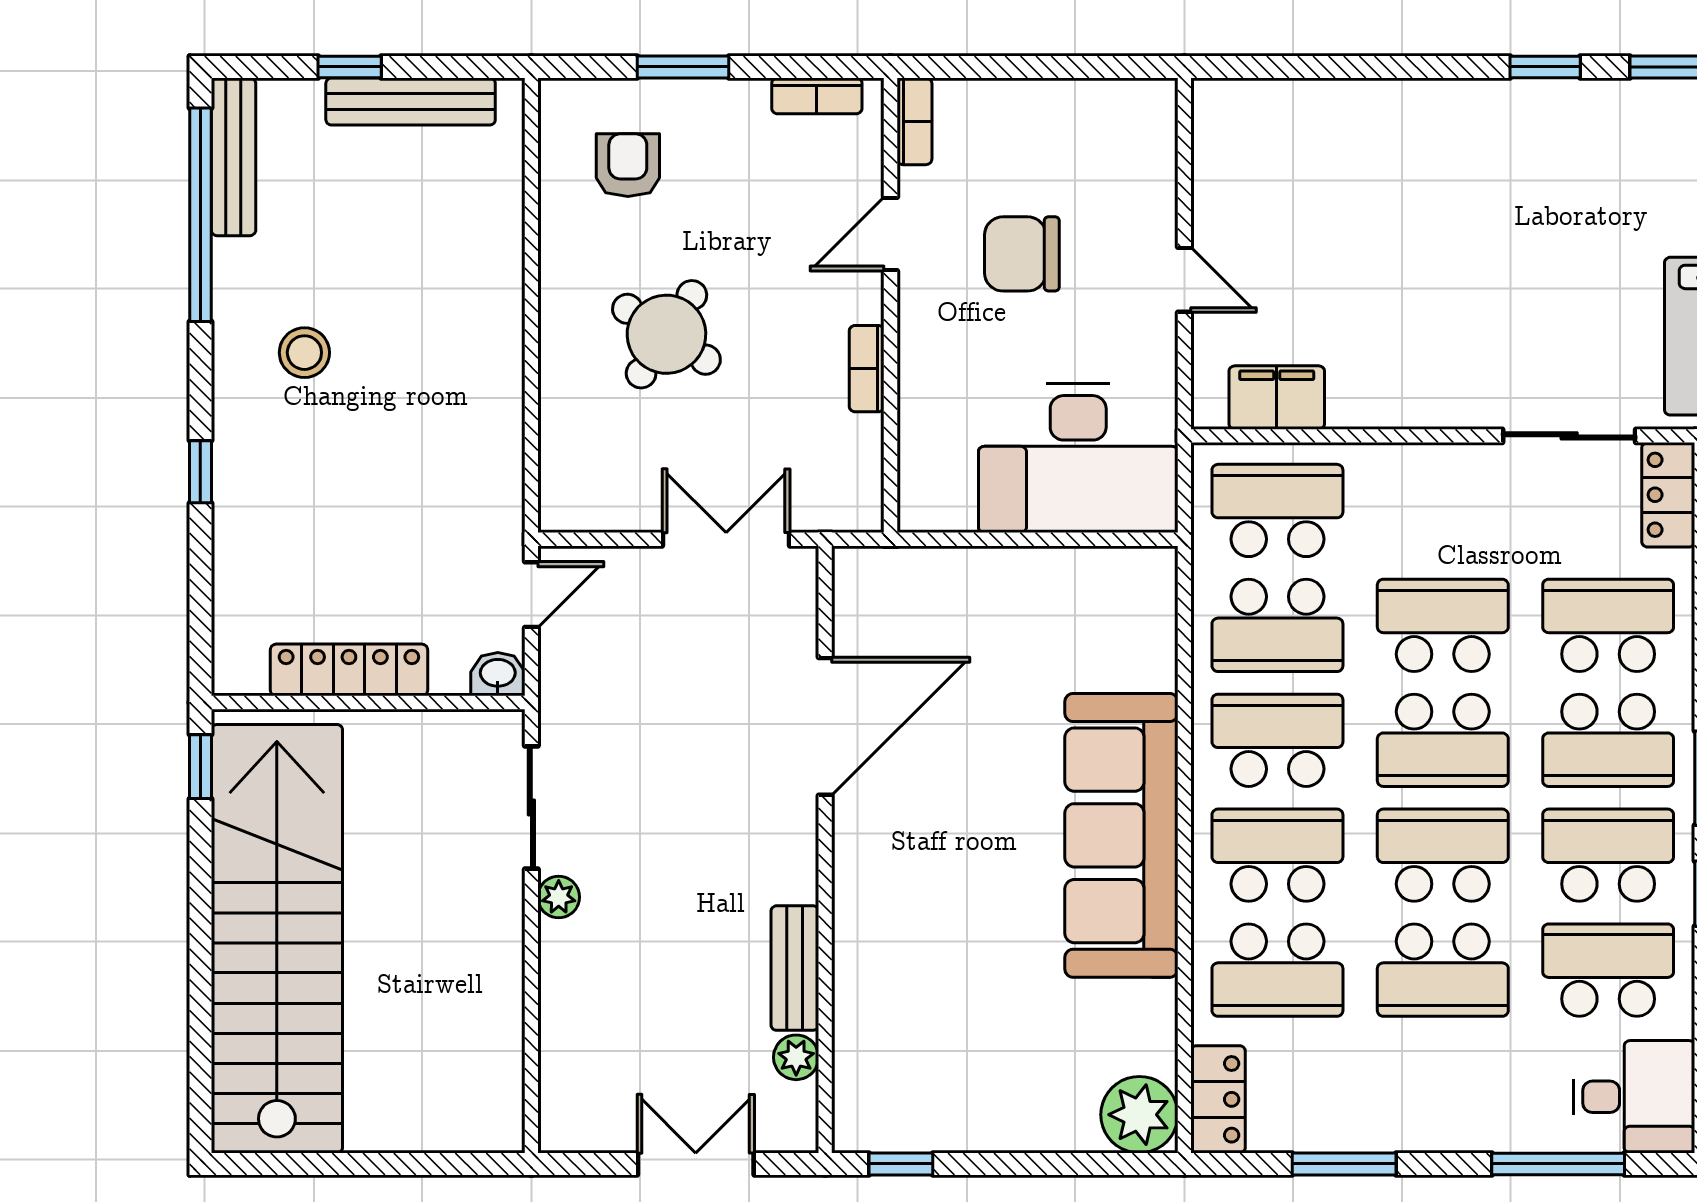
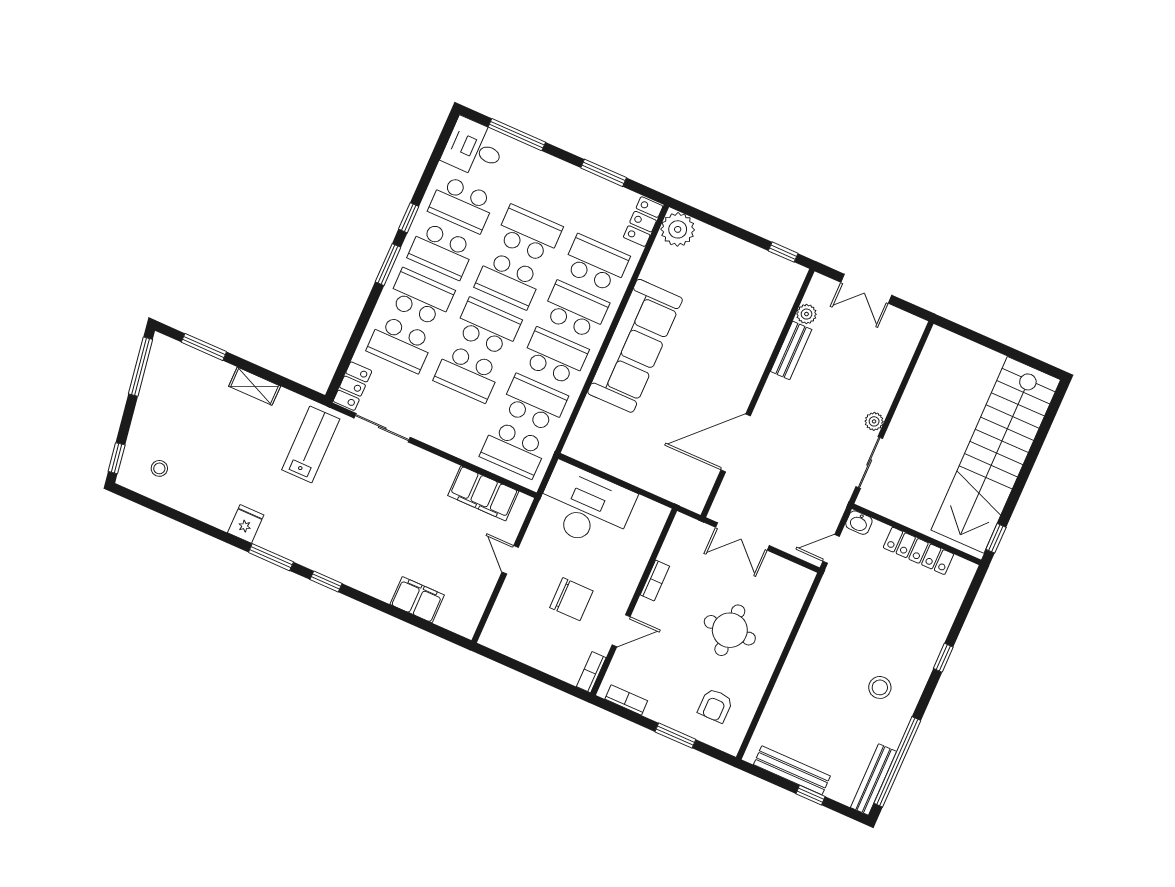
filing cabinet: (1340, 113) -> (417, 600), added
round table: (666, 334) -> (730, 630), turned -33
filing cabinet: (1277, 398) -> (483, 493), width x1.50, depth x1.17
school desk: (1277, 740) -> (555, 356), turned 180
school desk: (1277, 855) -> (575, 310), turned 180

